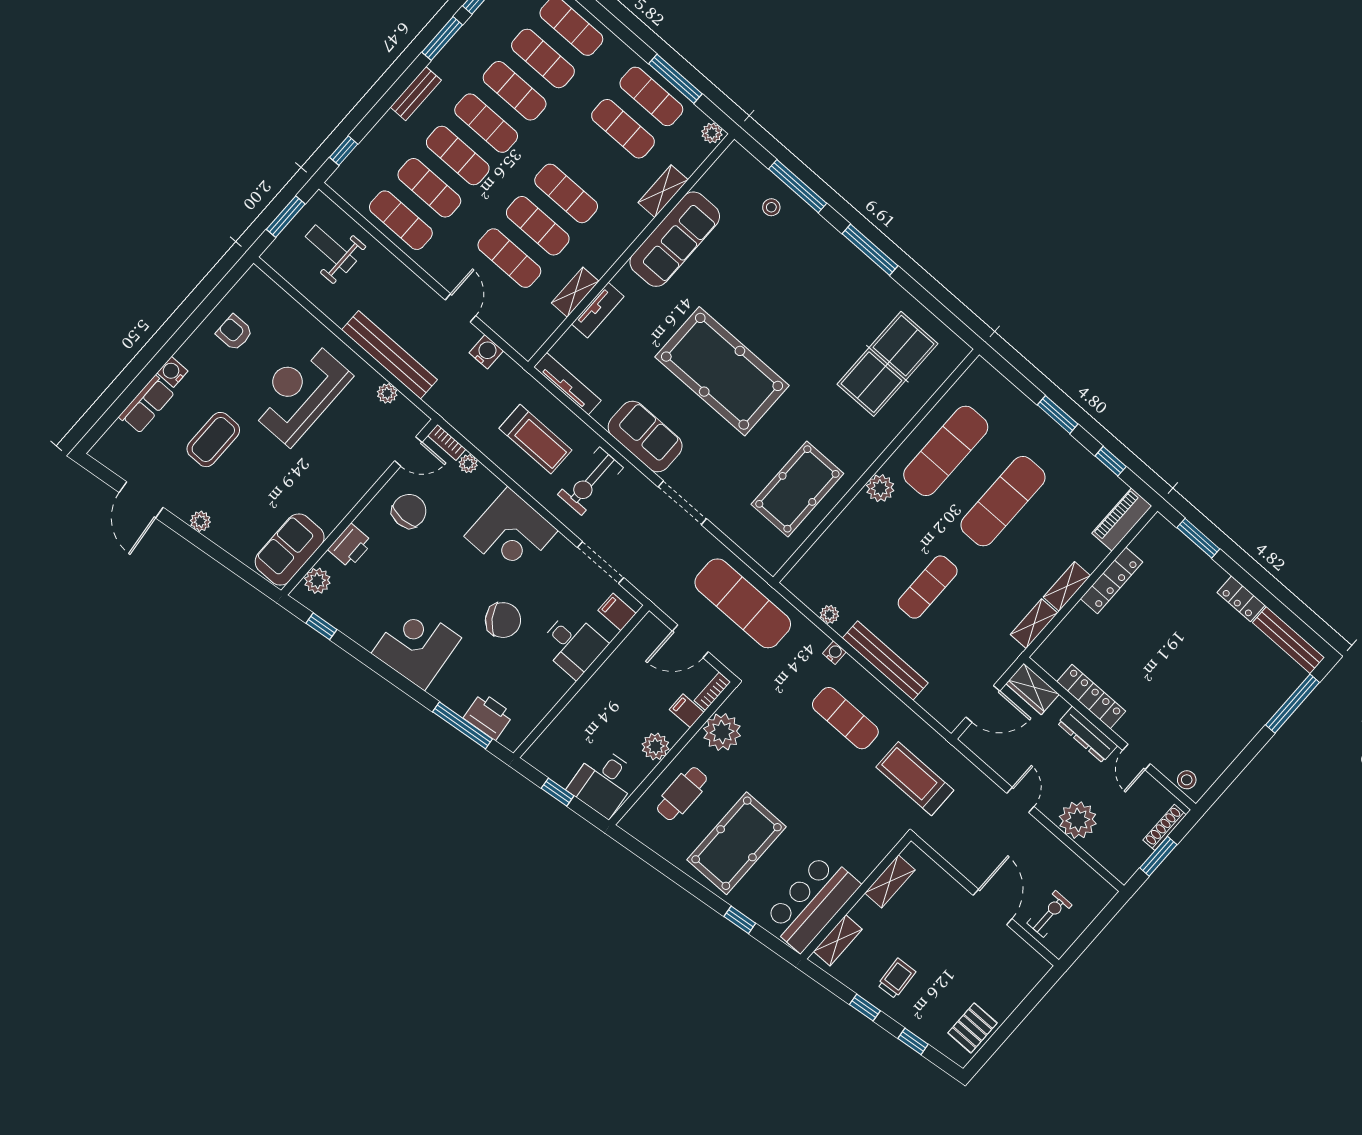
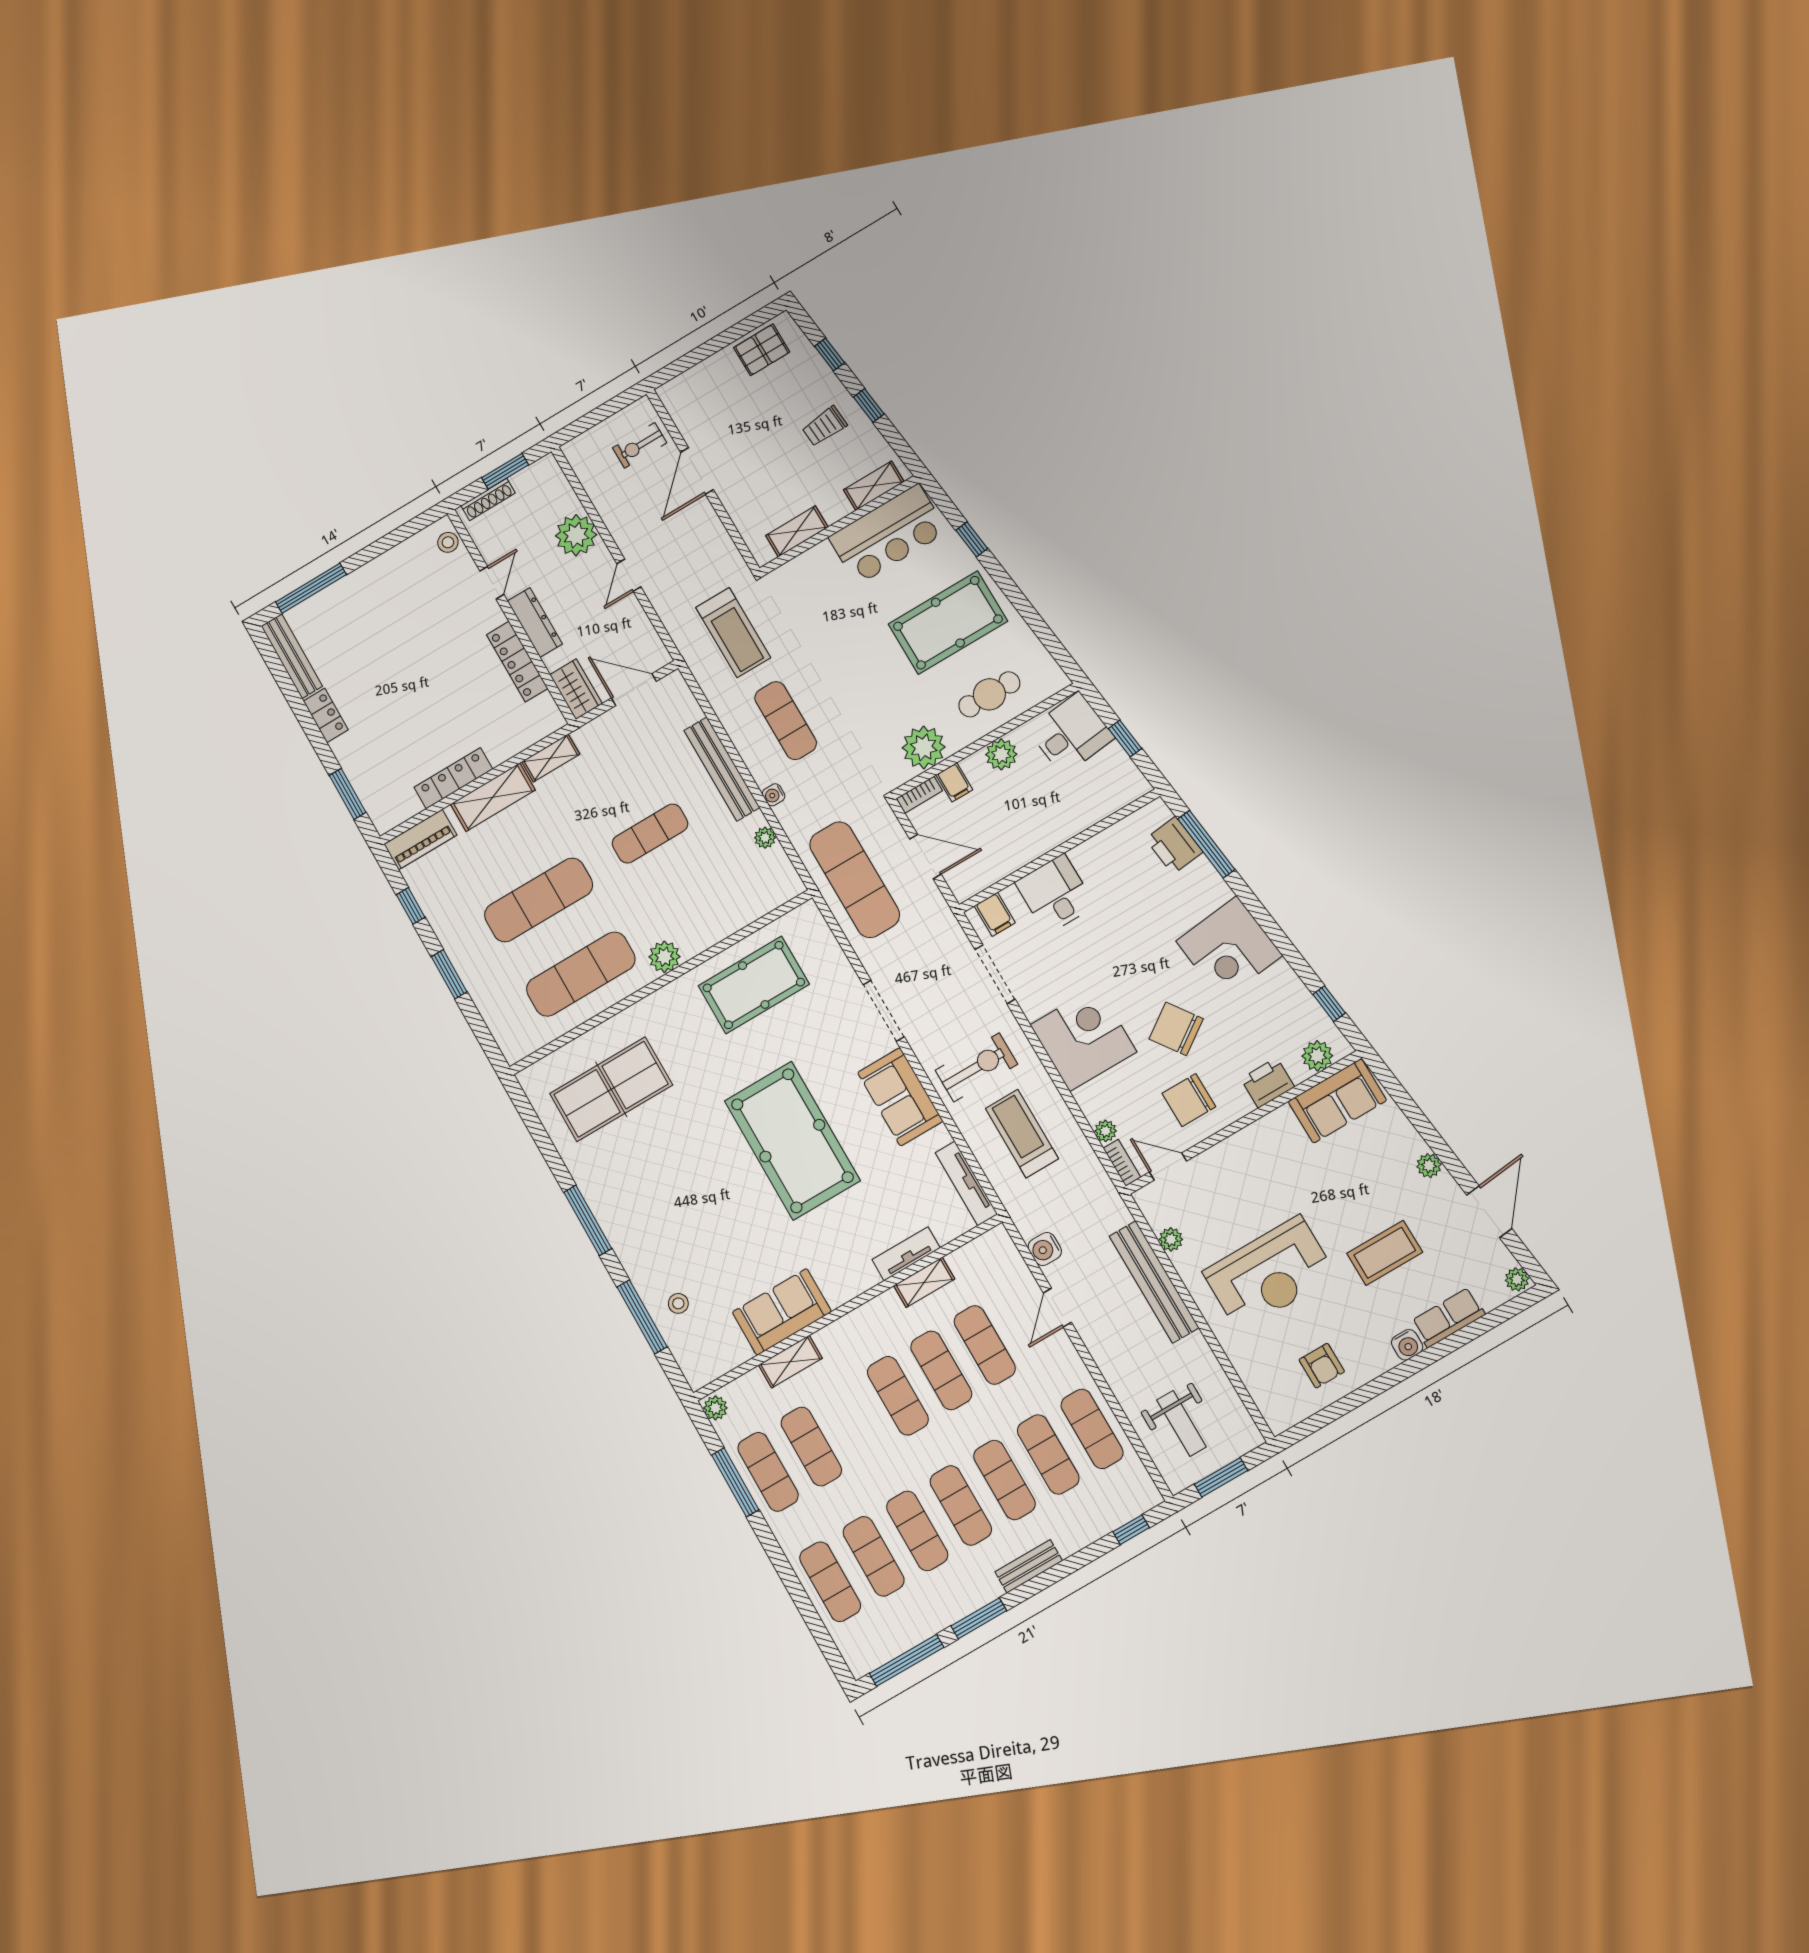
sofa: (675, 239) -> (782, 1312), width x0.73
plant: (102, 453) -> (1517, 1279), added
shelving: (1067, 586) -> (493, 797), width x1.50, depth x1.33
chair: (503, 620) -> (1176, 1029), moved

